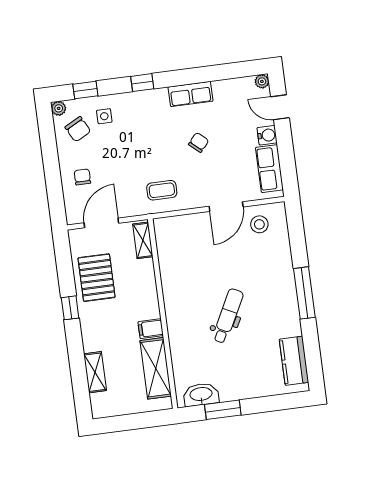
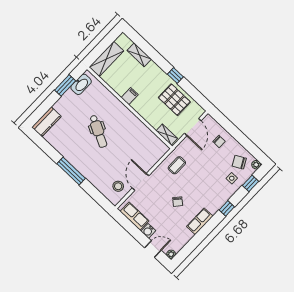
kitchen counter: (294, 361) -> (46, 122), moved, turned 90
shelving: (156, 368) -> (106, 59), moved, turned 90

